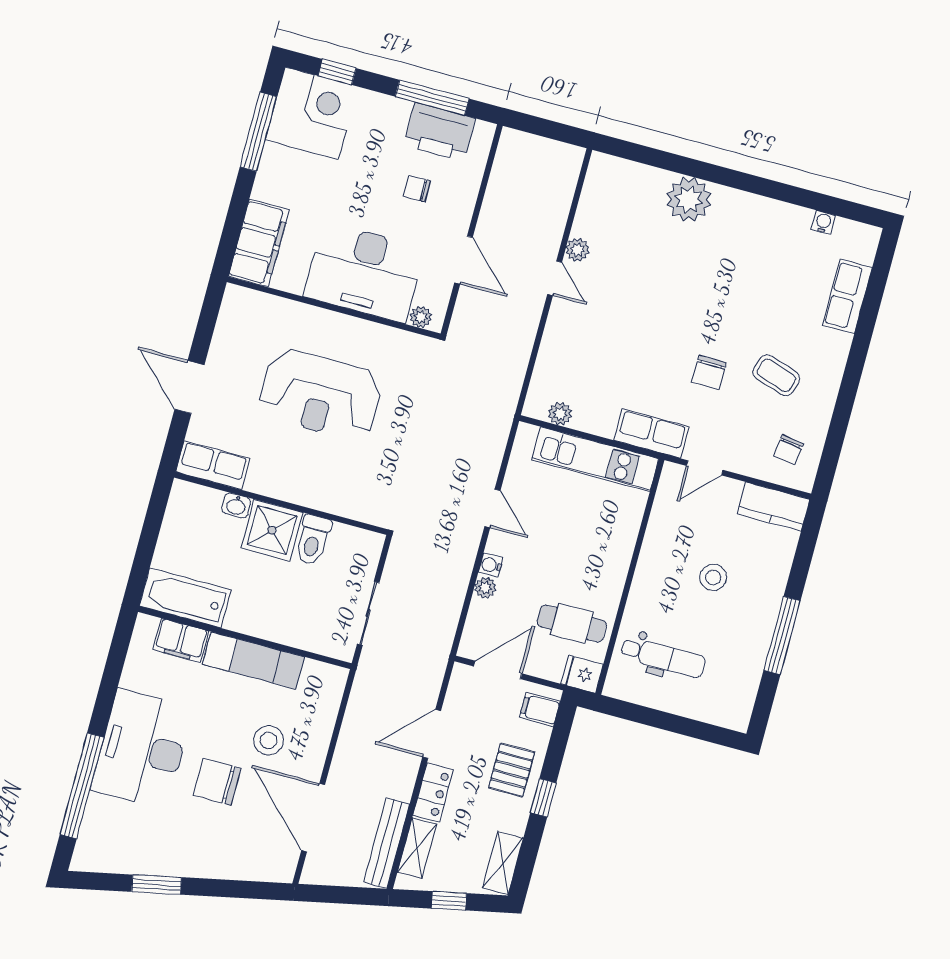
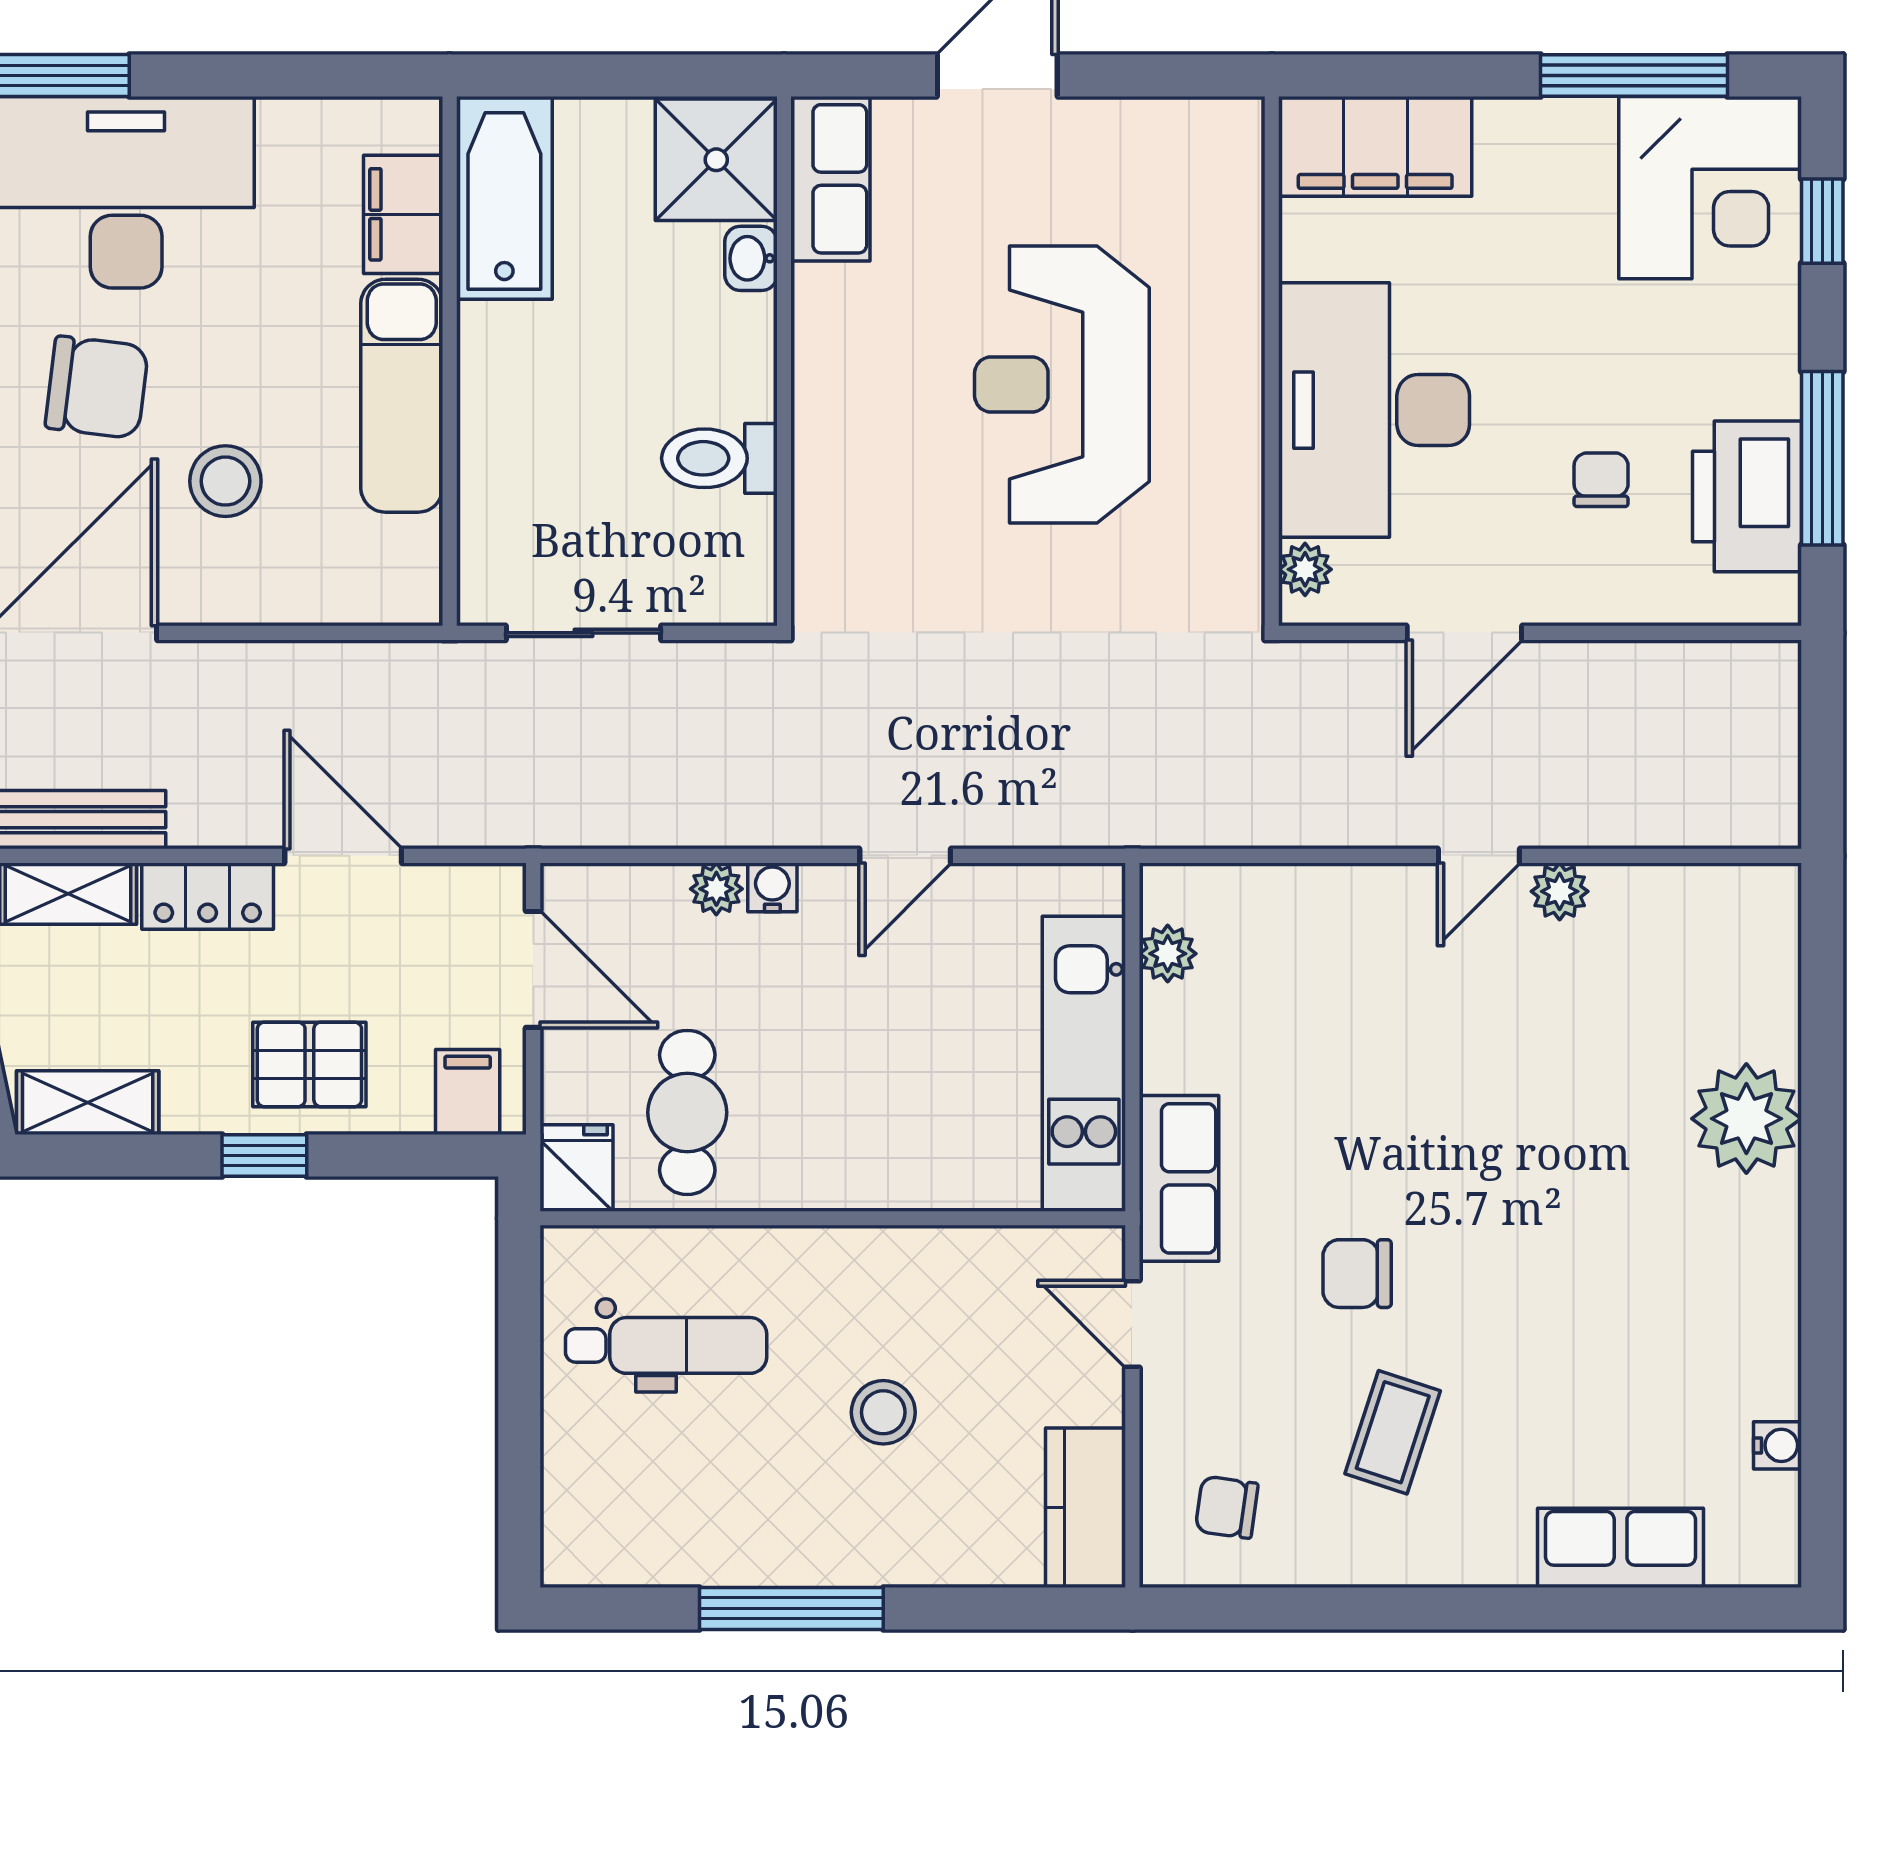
shower: (272, 530) -> (716, 160), moved
dental chair: (663, 657) -> (666, 1345), turned -90
chair: (217, 782) -> (97, 387), turned 97

